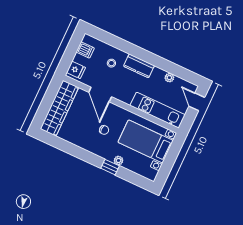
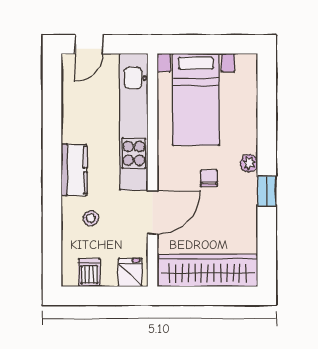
plant: (169, 78) -> (70, 109), removed
kitchen unit: (158, 110) -> (134, 122), width x1.36
plant: (119, 160) -> (249, 163), moved
window: (110, 167) -> (267, 191), moved

